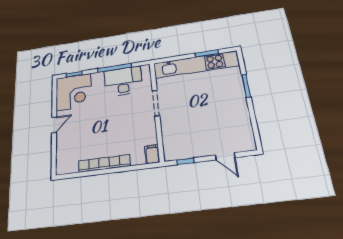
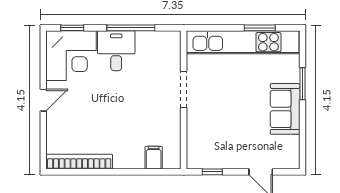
desk: (123, 81) -> (116, 51), moved, width x0.73
sofa: (236, 106) -> (285, 109), added
filing cabinet: (152, 154) -> (154, 158), moved
bookcase: (104, 163) -> (79, 162), moved

